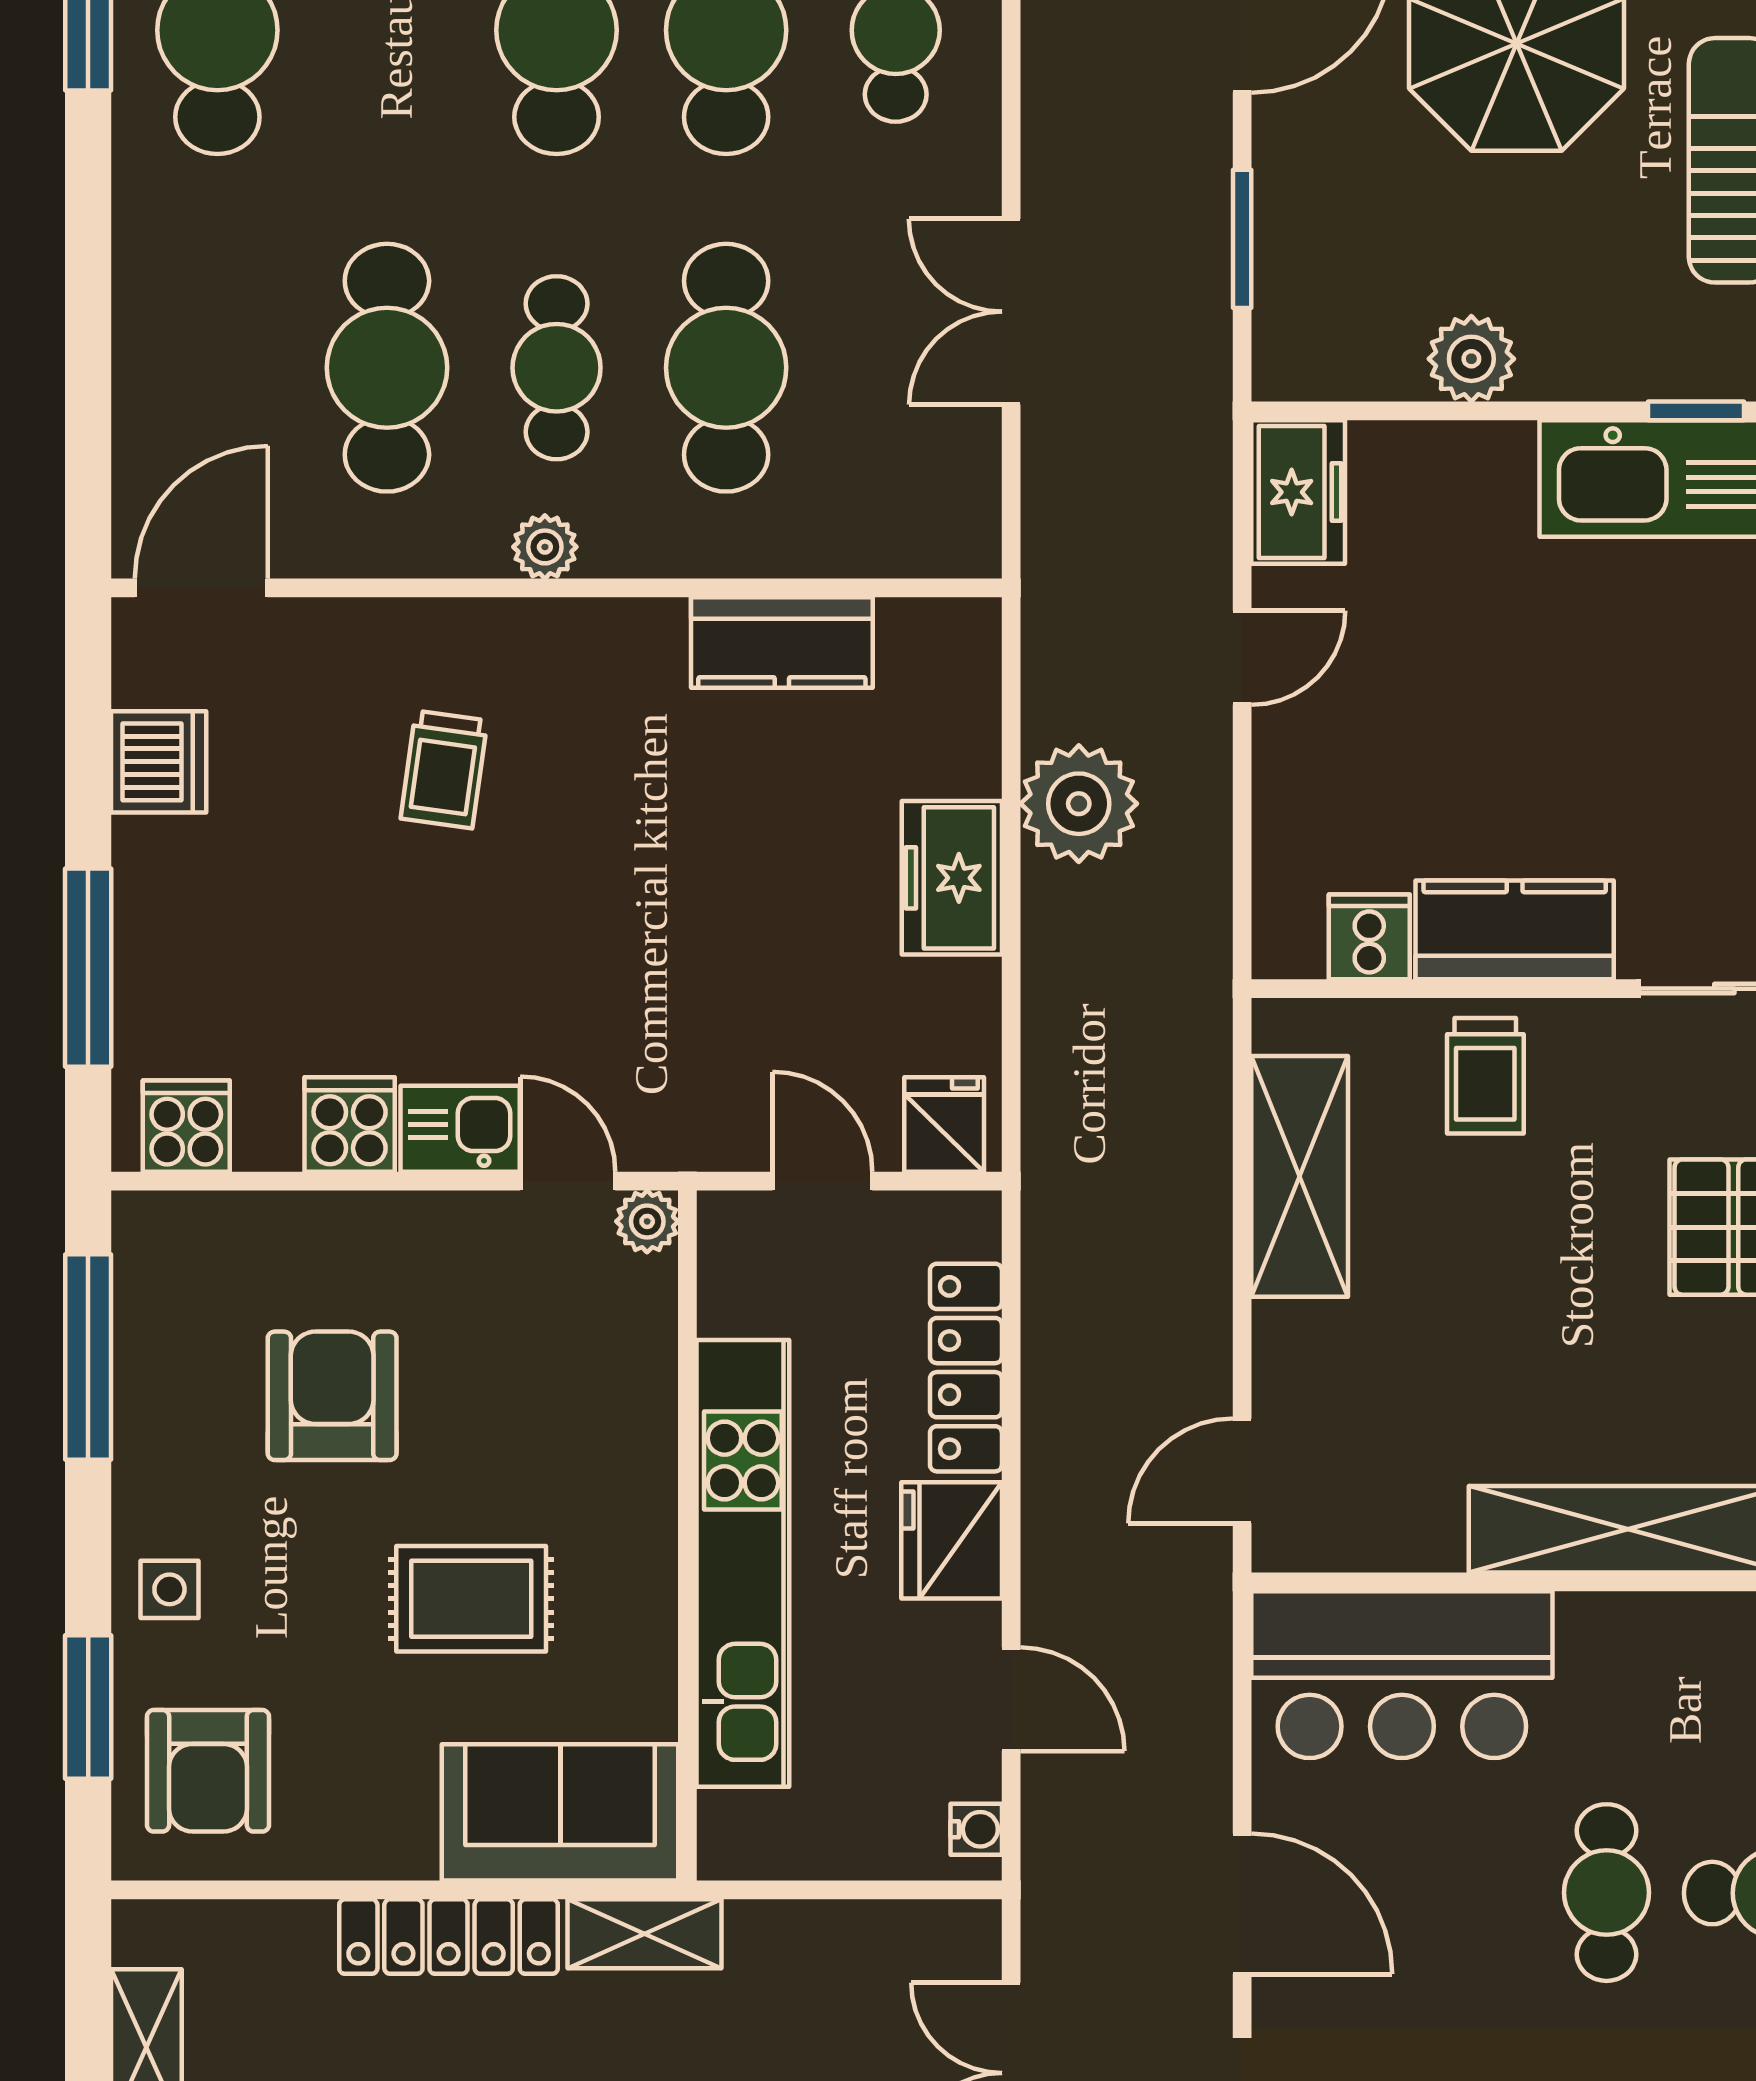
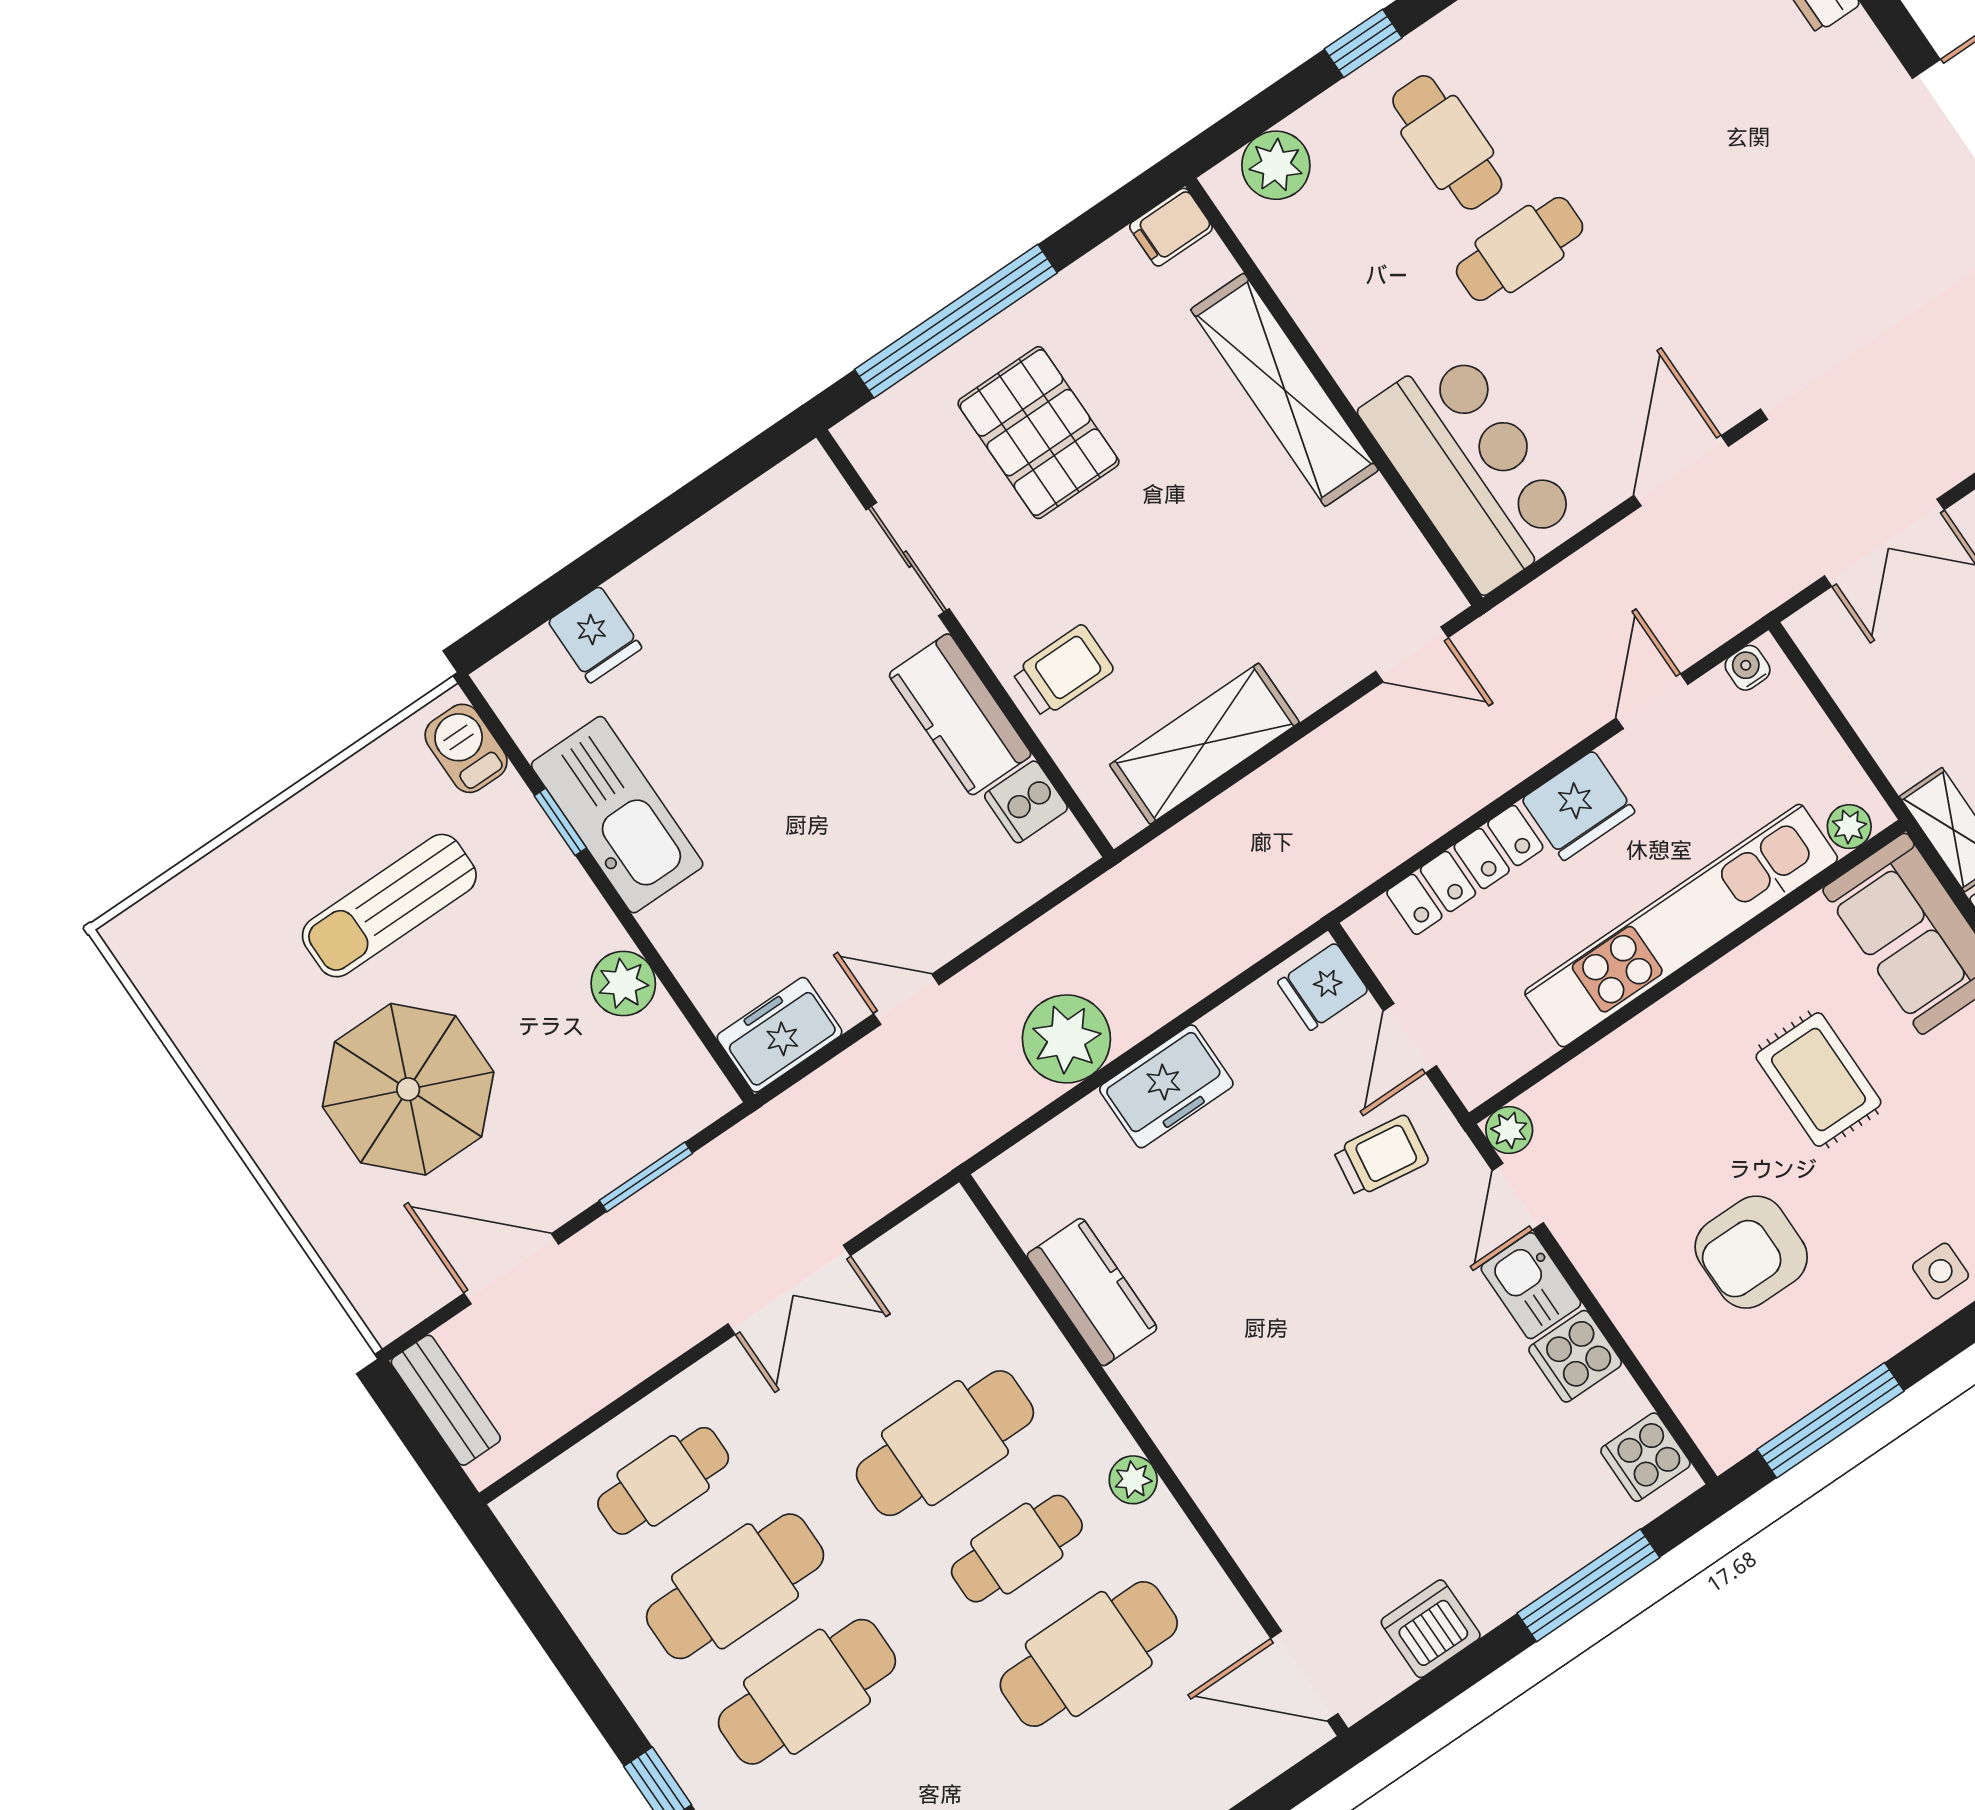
trolley: (444, 769) -> (1381, 1156), moved
plant: (726, 1822) -> (1849, 827), added

